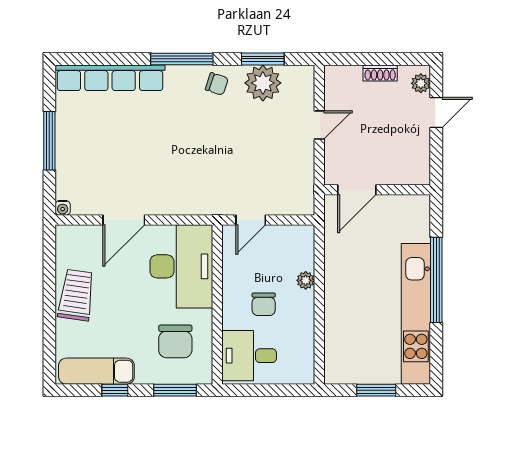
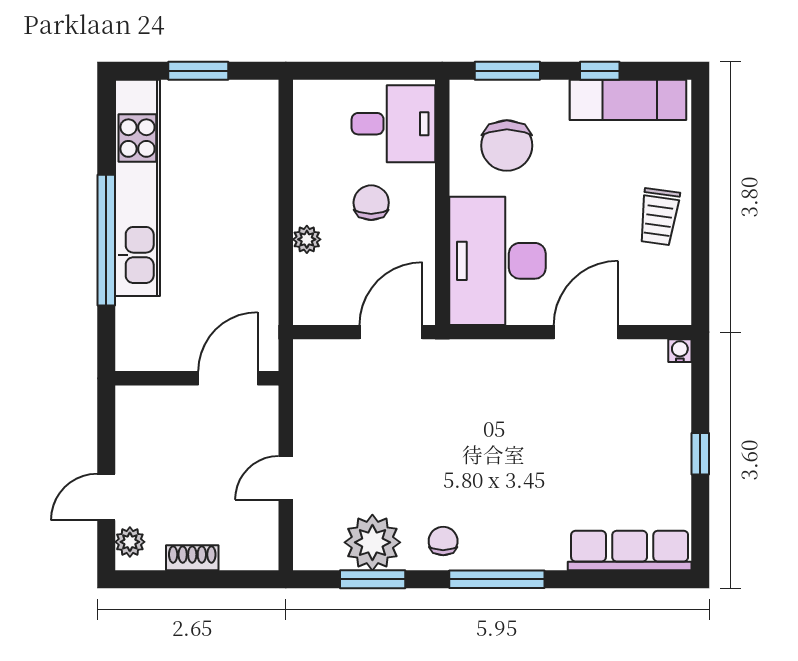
row of seats: (110, 78) -> (630, 550), width x0.73
chair: (217, 84) -> (443, 541), turned 72
window: (49, 141) -> (700, 454), width x0.46
door: (251, 220) -> (391, 332), width x1.38
trolley: (76, 295) -> (659, 217), width x0.73, depth x0.72
chair: (175, 341) -> (507, 146), turned 180

